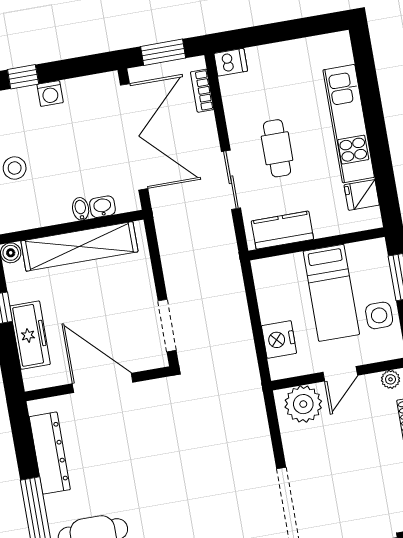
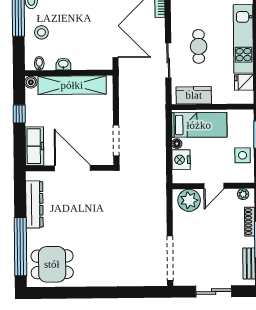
washbasin: (102, 207) -> (63, 64), moved
bidet: (81, 209) -> (39, 63), moved
bed: (331, 293) -> (199, 125), moved, turned -90
floor lamp: (268, 314) -> (177, 144), added
freezer: (30, 335) -> (34, 146), moved

